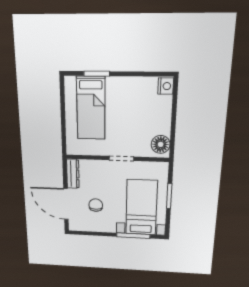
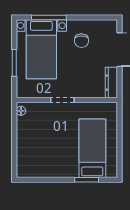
nightstand: (166, 86) -> (23, 169), removed
floor lamp: (161, 144) -> (21, 111), width x0.53, depth x0.53
chair: (96, 205) -> (81, 41), moved

